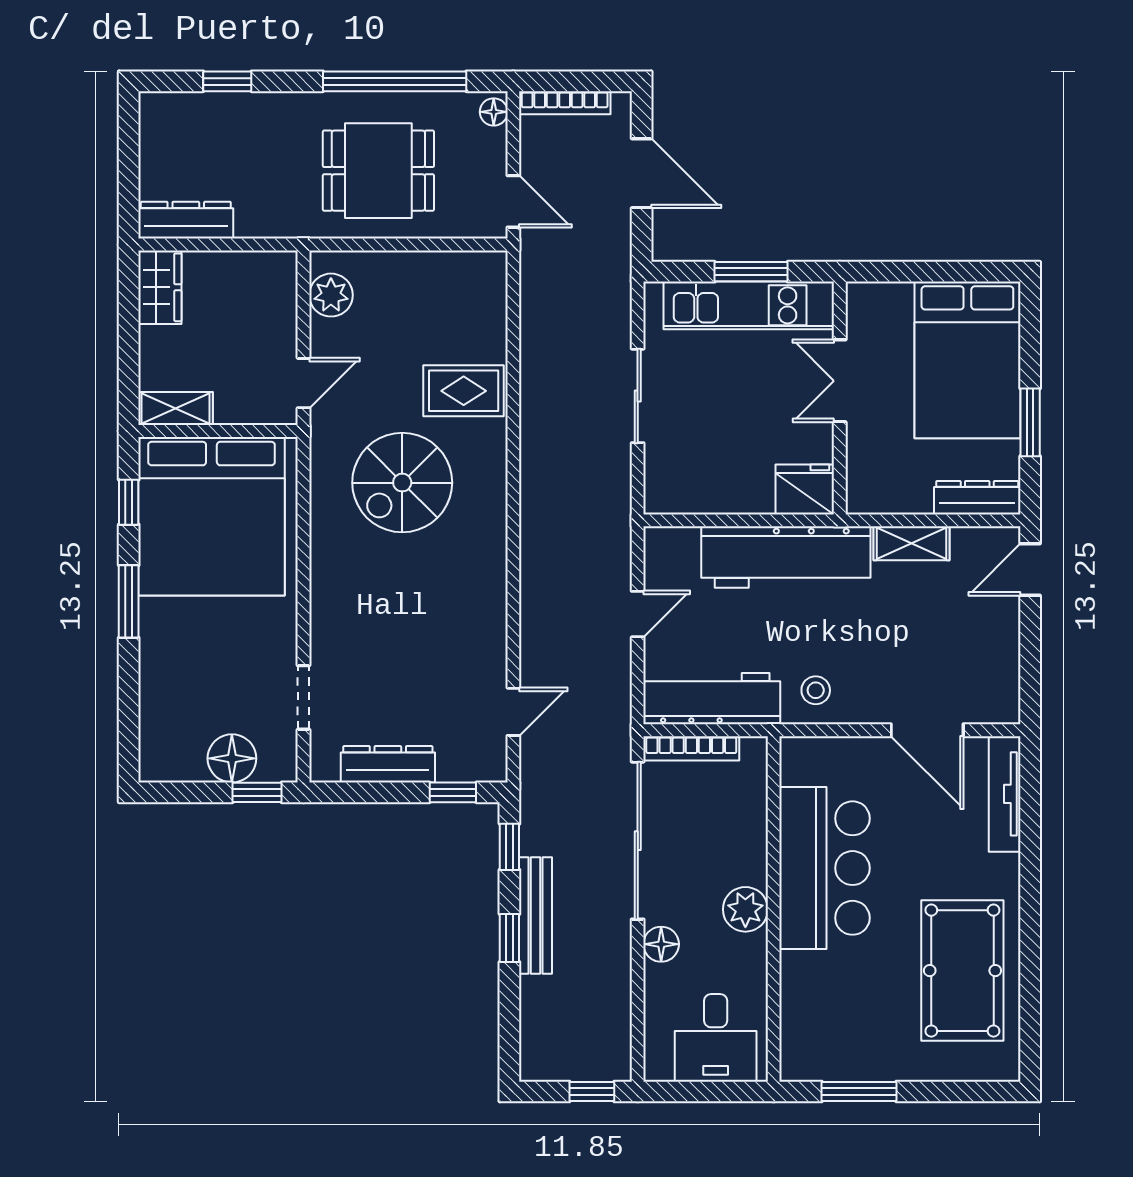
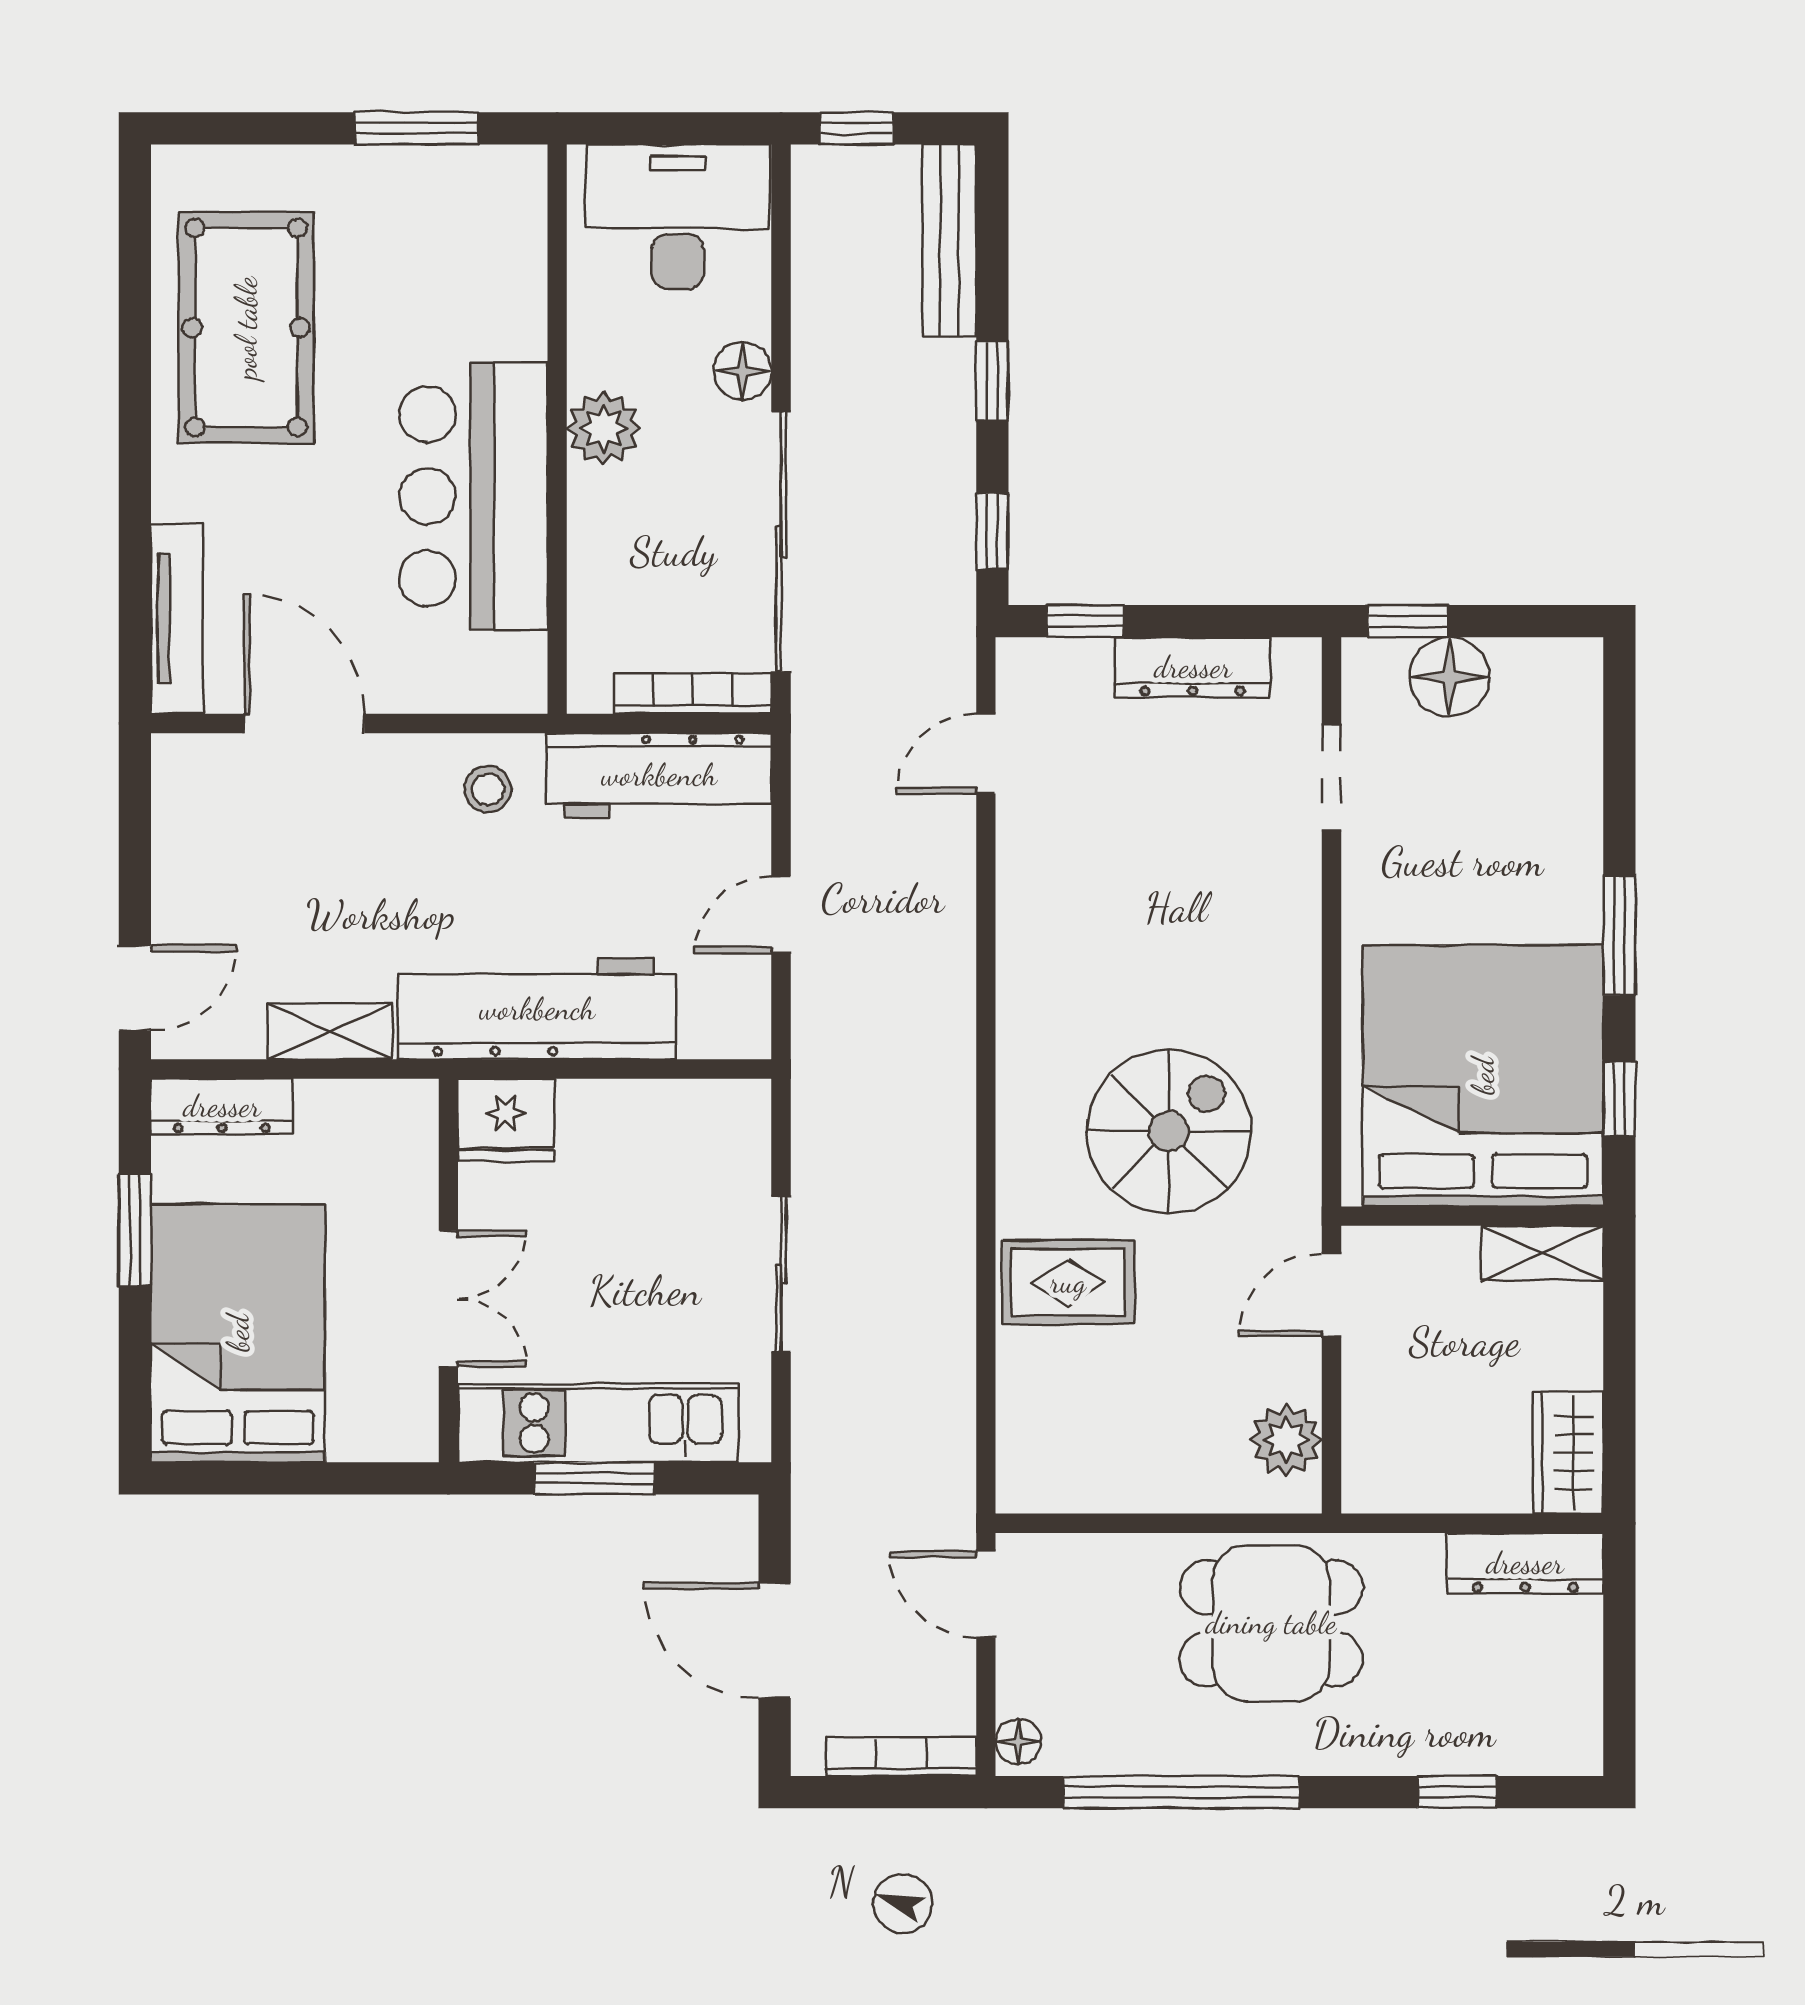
dining table: (378, 171) -> (1271, 1623), moved
bench: (536, 916) -> (949, 240), moved
desk: (716, 1038) -> (678, 217), width x1.37

